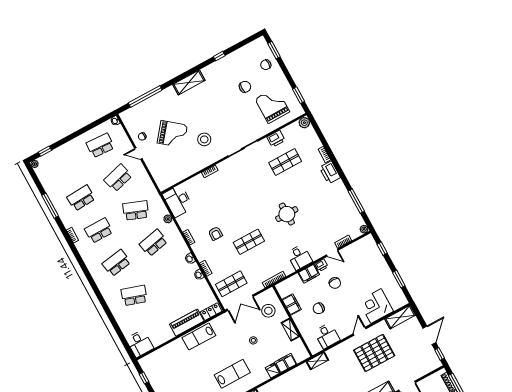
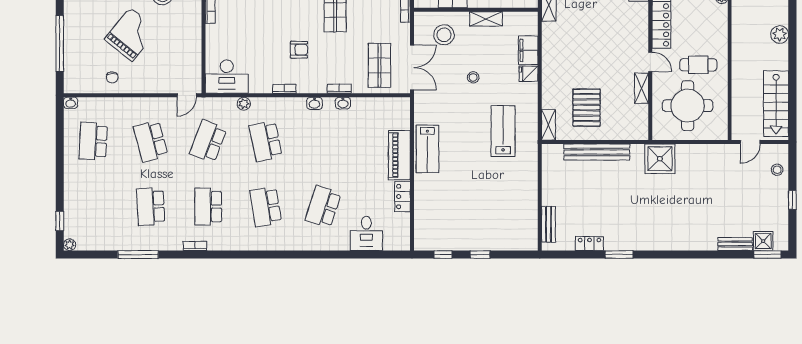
door: (138, 154) -> (187, 95), moved
locker: (211, 312) -> (402, 197), moved
desk: (140, 344) -> (366, 233), moved, turned 90

